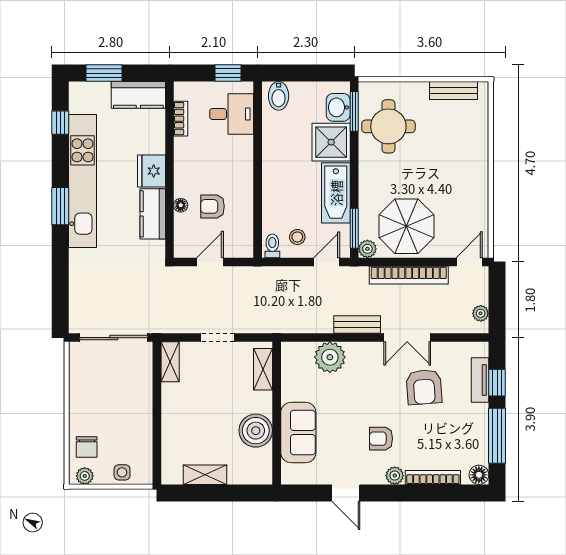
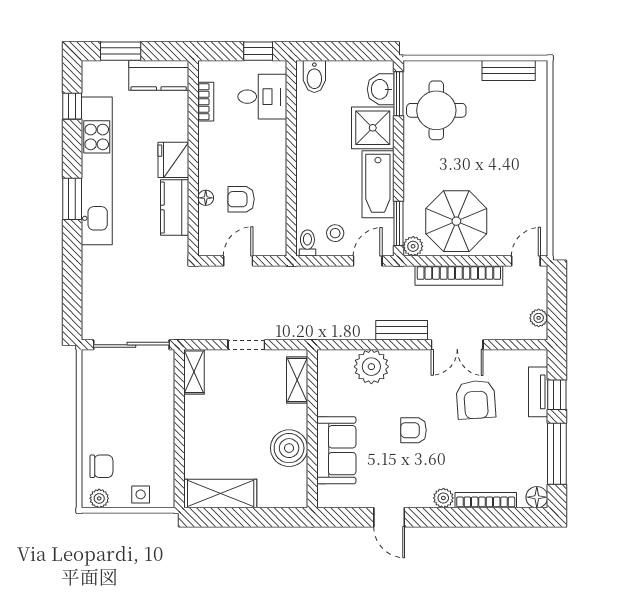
armchair: (381, 439) -> (414, 430), moved
chair: (87, 447) -> (101, 466), turned -90
shelving: (205, 475) -> (221, 493), width x1.50, depth x1.33

